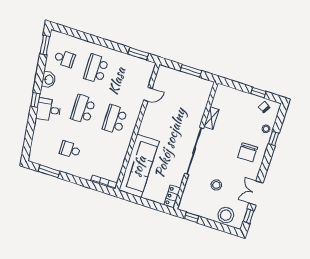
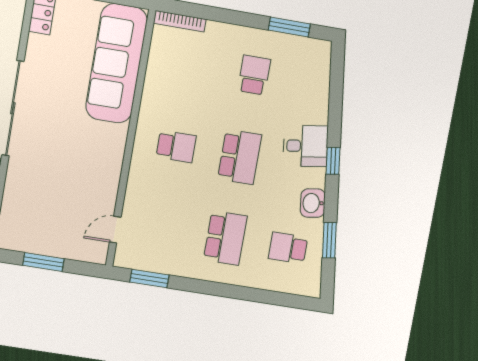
window: (45, 45) -> (329, 240), moved
door: (148, 94) -> (115, 230), moved
school desk: (115, 119) -> (176, 146), width x0.54
school desk: (70, 150) -> (254, 75), turned -90

